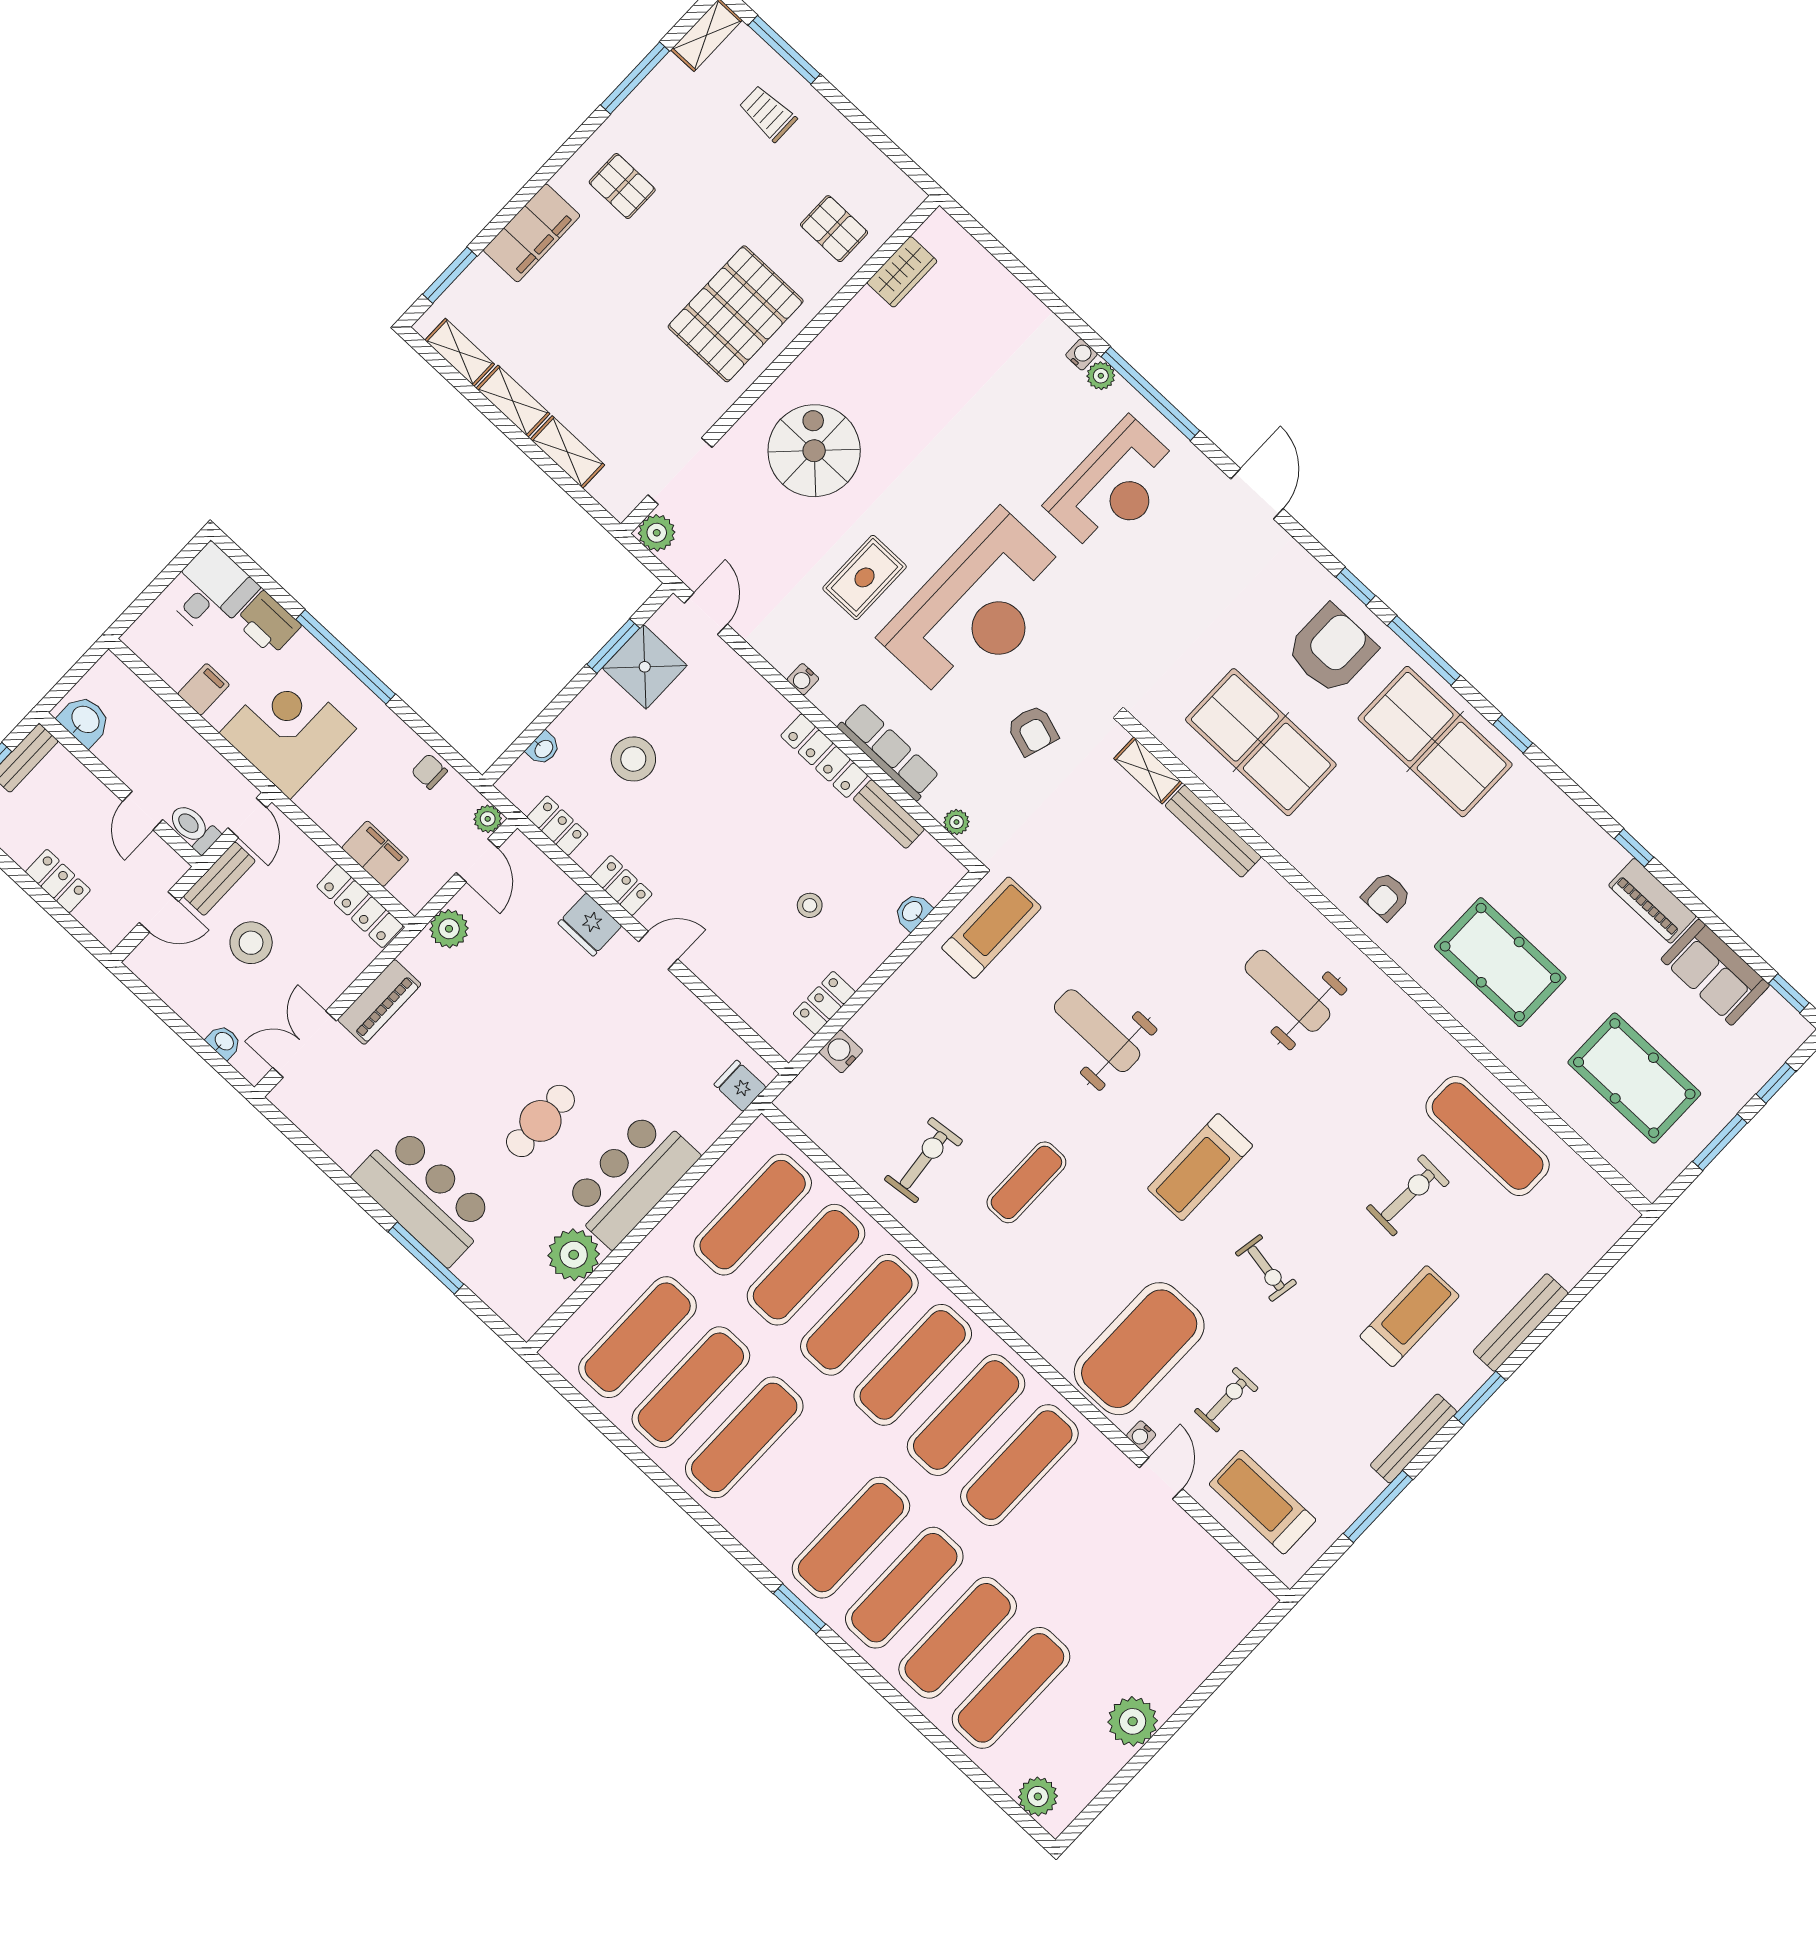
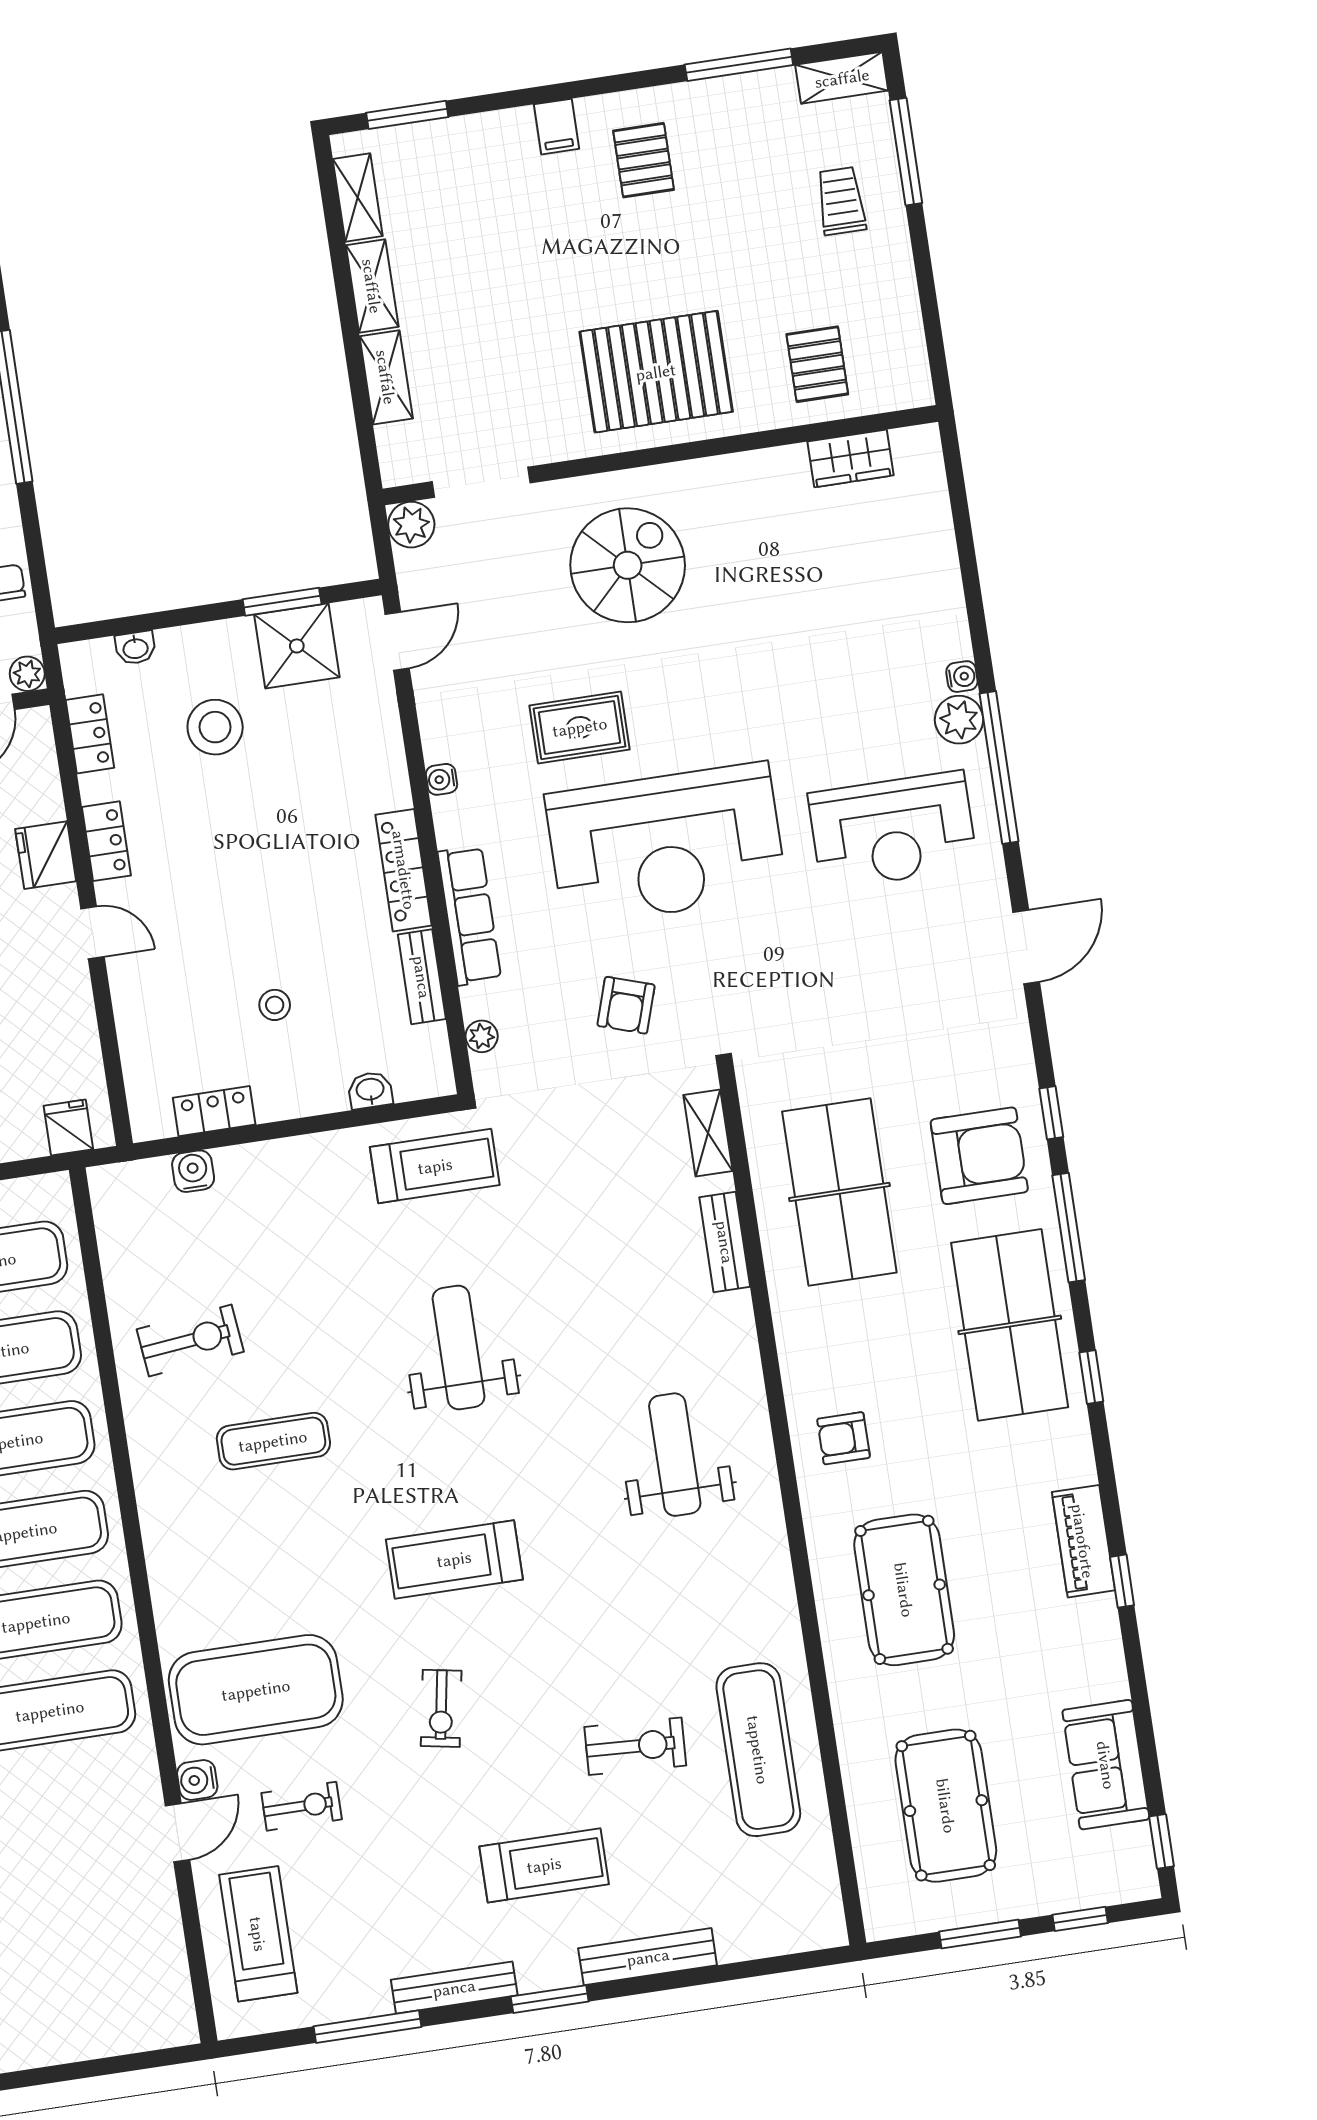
filing cabinet: (532, 233) -> (557, 127), width x0.33, depth x0.86
plant: (1101, 376) -> (959, 720), width x1.38, depth x1.38
bench: (1213, 831) -> (725, 1242), width x0.73
piano: (1652, 901) -> (1083, 1541), moved
water cooler: (1141, 1435) -> (197, 1780), width x1.38, depth x1.38

